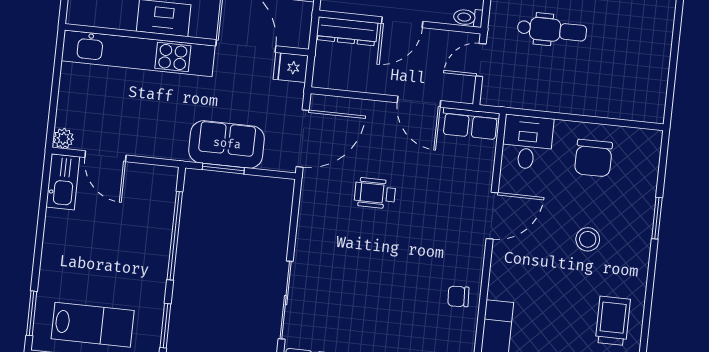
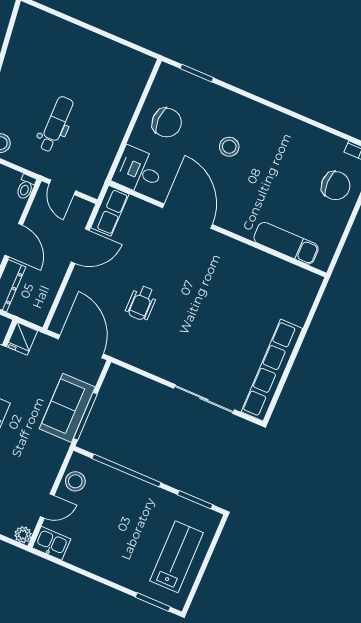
door: (105, 156) -> (47, 506), width x0.73
window: (223, 169) -> (85, 416), width x1.44
stool: (144, 180) -> (75, 481), added
kitchen sink: (63, 182) -> (51, 543), width x0.73
door: (492, 216) -> (187, 216), width x1.36
window: (657, 218) -> (197, 73), moved
chair: (458, 296) -> (243, 262), removed
trolley: (613, 321) -> (299, 147), removed

